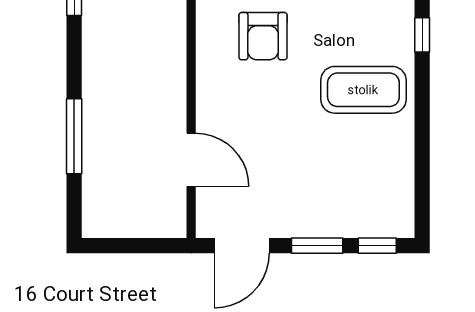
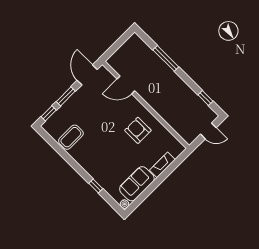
armchair: (263, 36) -> (138, 130), moved
coffee table: (363, 90) -> (71, 137), moved, width x0.73, depth x0.76

